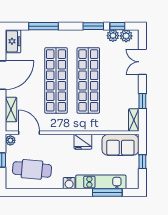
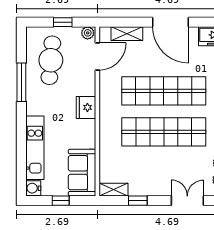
fridge: (83, 142) -> (86, 107), moved
water cooler: (69, 183) -> (33, 188), moved
window: (107, 193) -> (21, 82), moved

